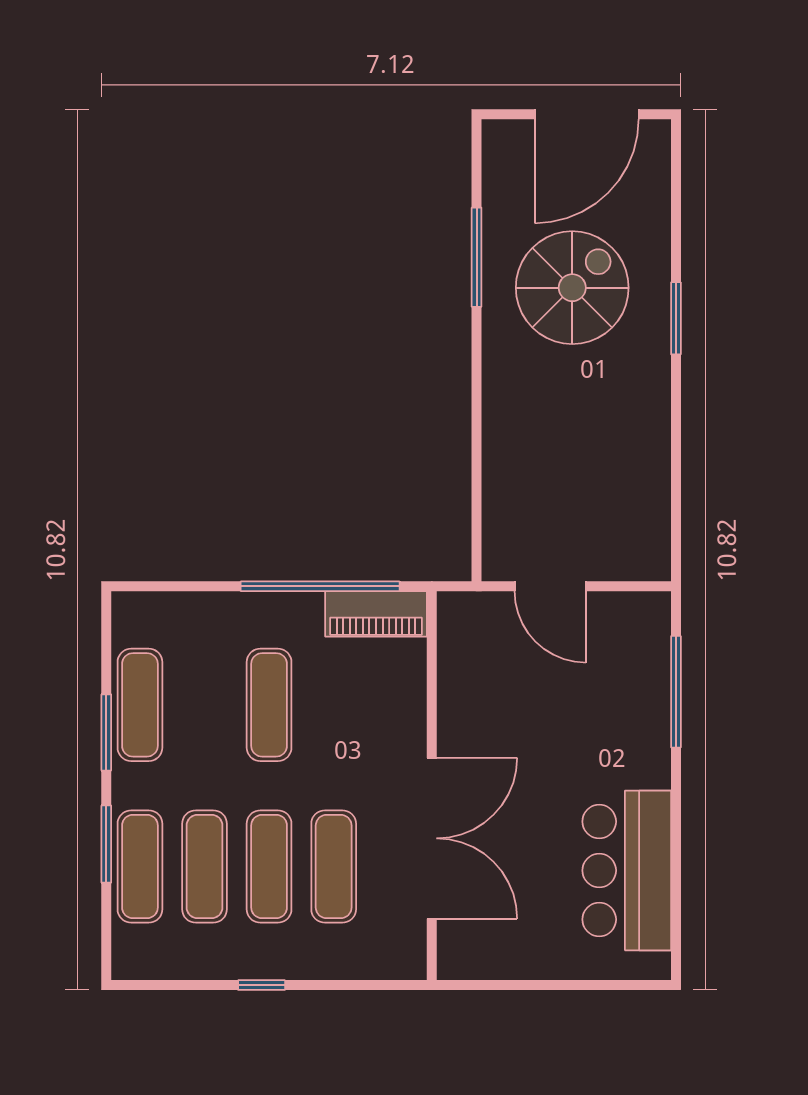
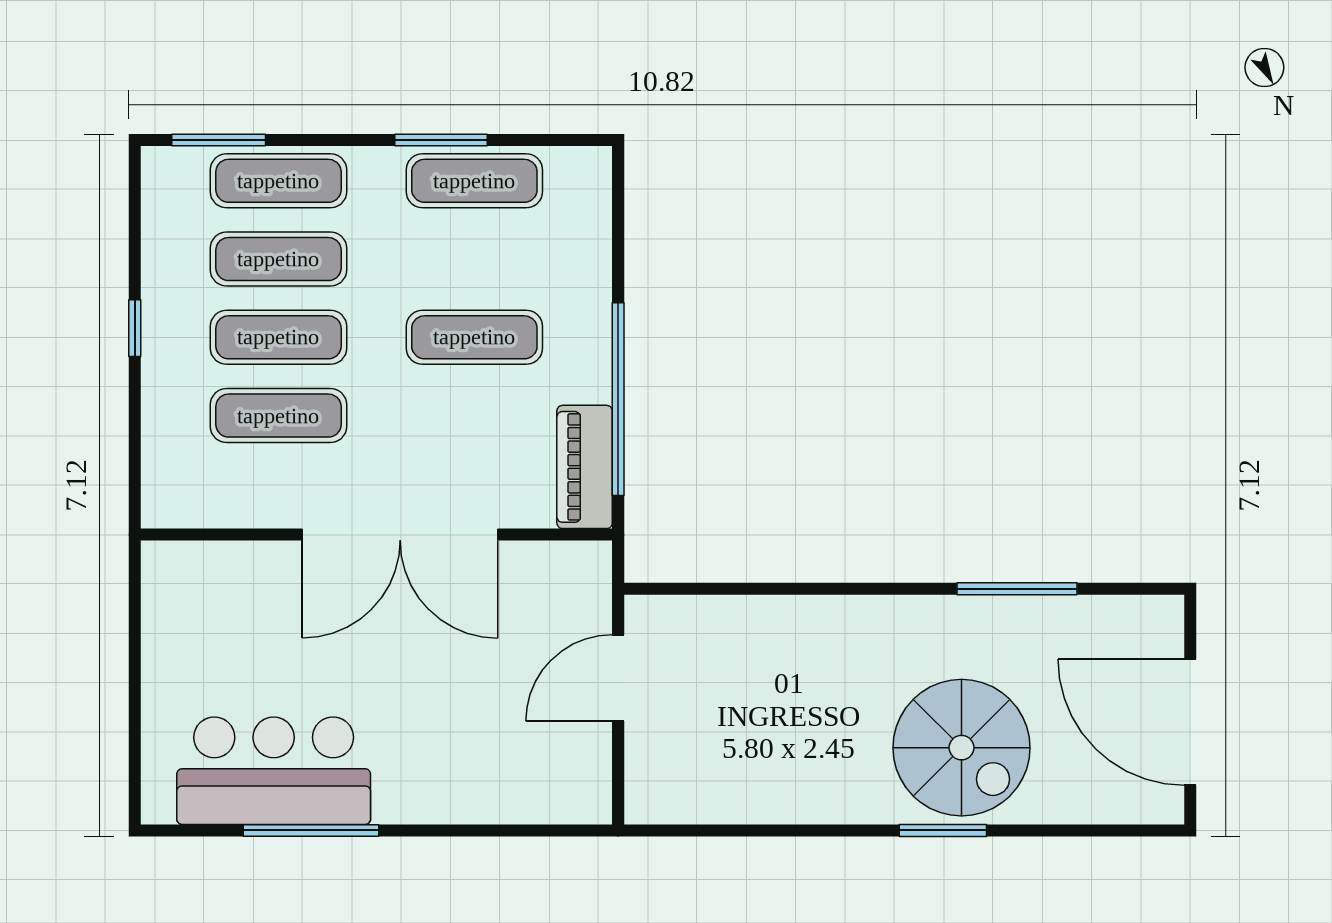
spiral stairs: (572, 288) -> (962, 748), moved
window: (676, 692) -> (311, 830), moved
double door: (432, 838) -> (400, 535), moved
window: (106, 844) -> (219, 140), moved

